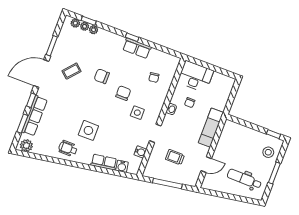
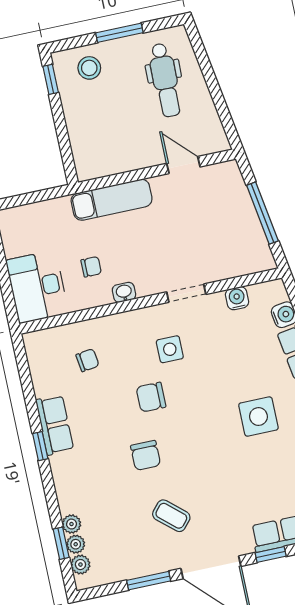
trolley: (175, 157) -> (206, 230), removed

